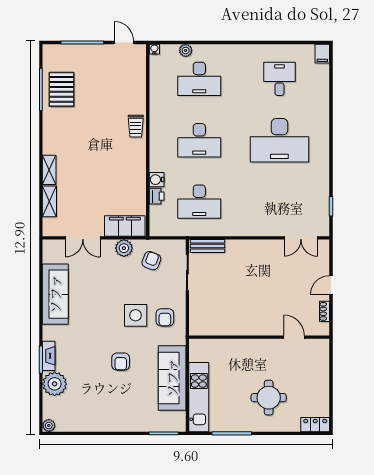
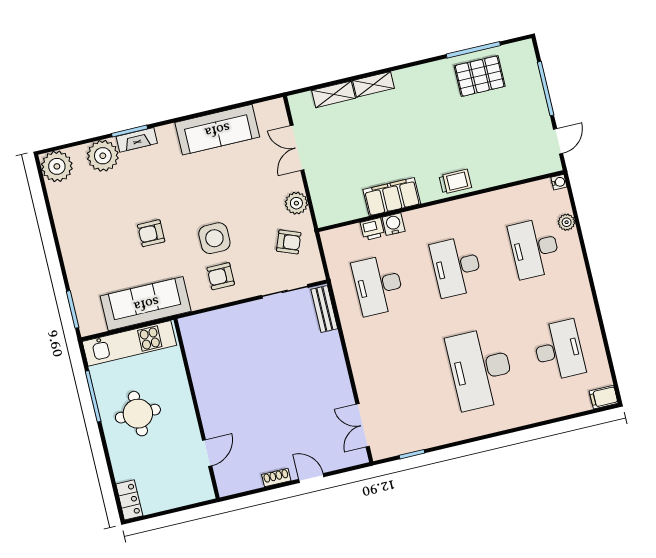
desk: (279, 79) -> (559, 350), width x1.37
trolley: (136, 126) -> (455, 182), turned 180
filing cabinet: (125, 226) -> (392, 197), moved, turned -90
wall: (259, 337) -> (197, 409), moved
door: (294, 337) -> (207, 453), moved
round table: (269, 398) -> (138, 414), moved
plant: (49, 425) -> (57, 166), width x1.88, depth x1.88

